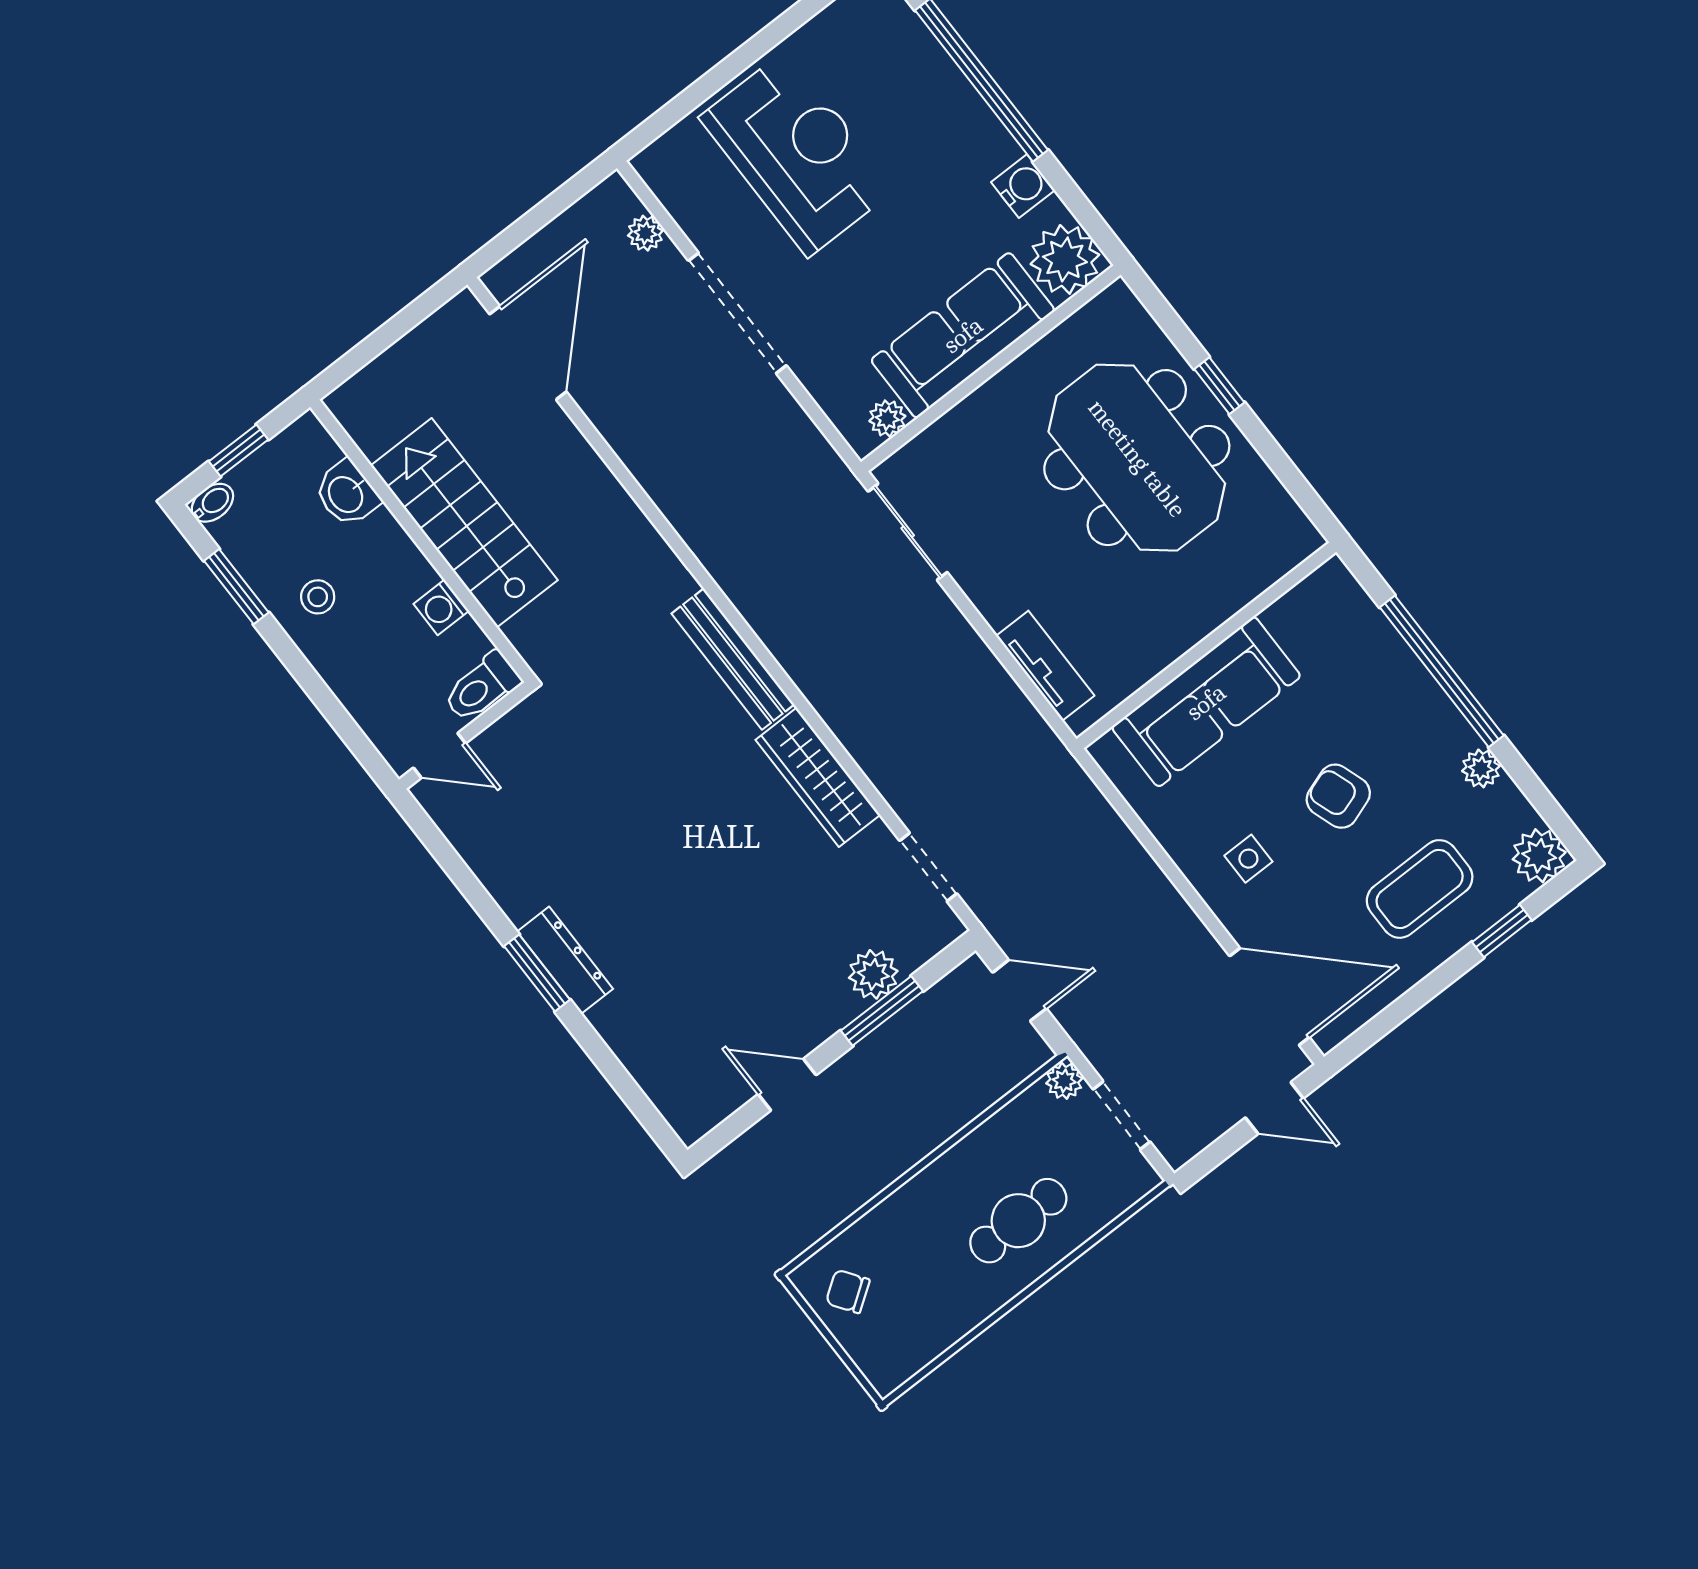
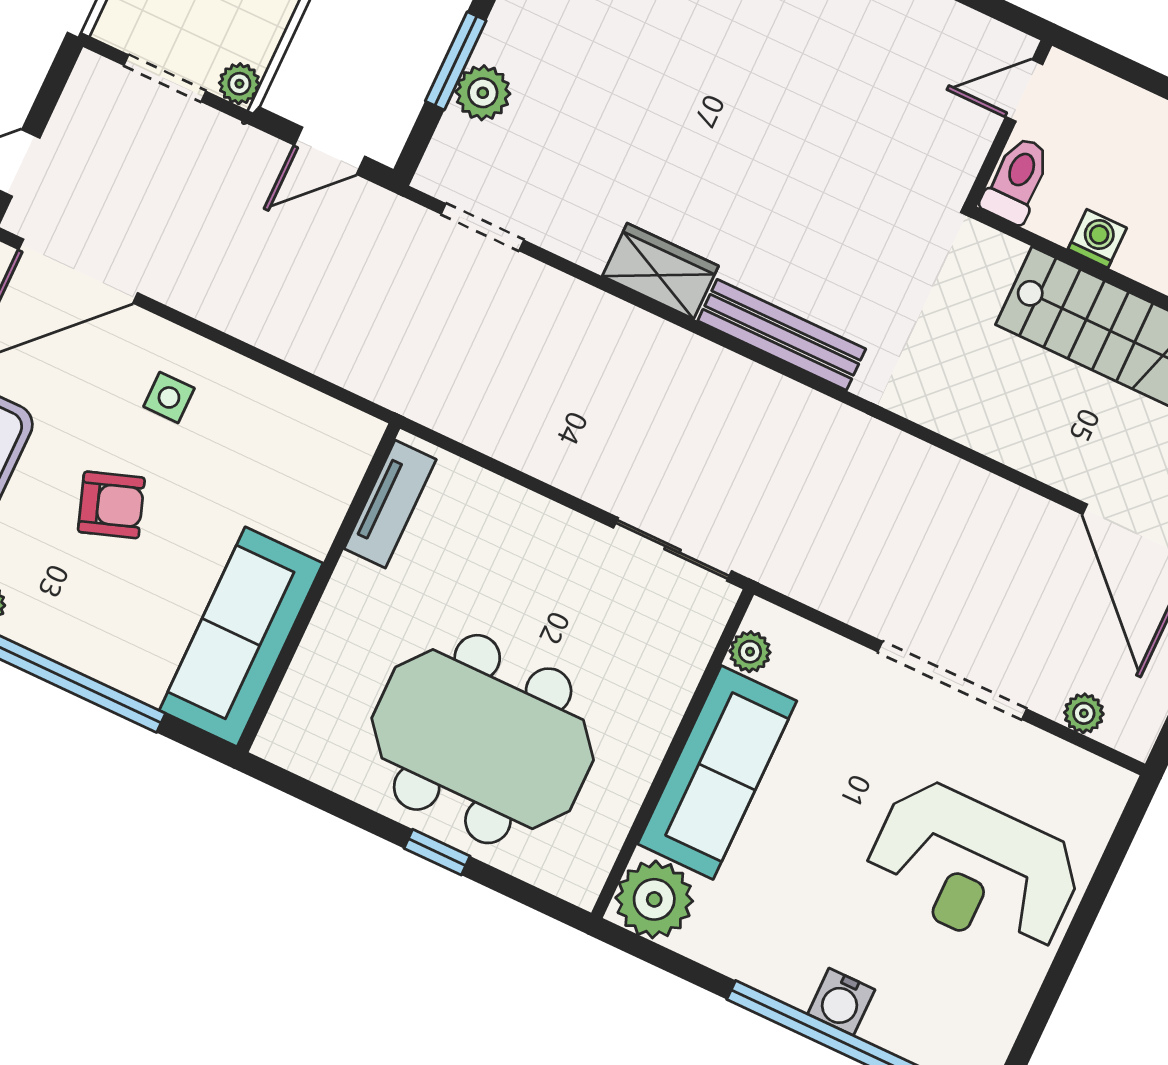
water cooler: (1023, 186) -> (841, 1002), moved
tv unit: (1045, 666) -> (390, 504), moved, turned -90
sofa: (1206, 702) -> (241, 637), moved
wardrobe: (818, 777) -> (660, 271), width x0.67

